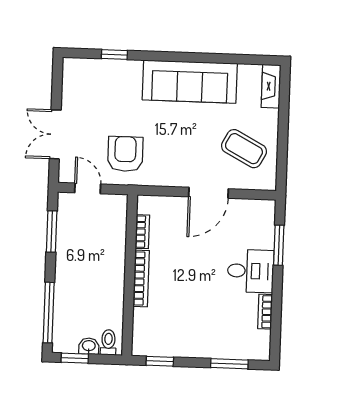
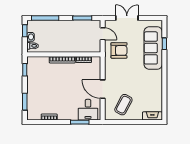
sofa: (190, 82) -> (153, 48), moved
door: (88, 188) -> (103, 34), hinge flipped
desk: (251, 271) -> (88, 110), moved

